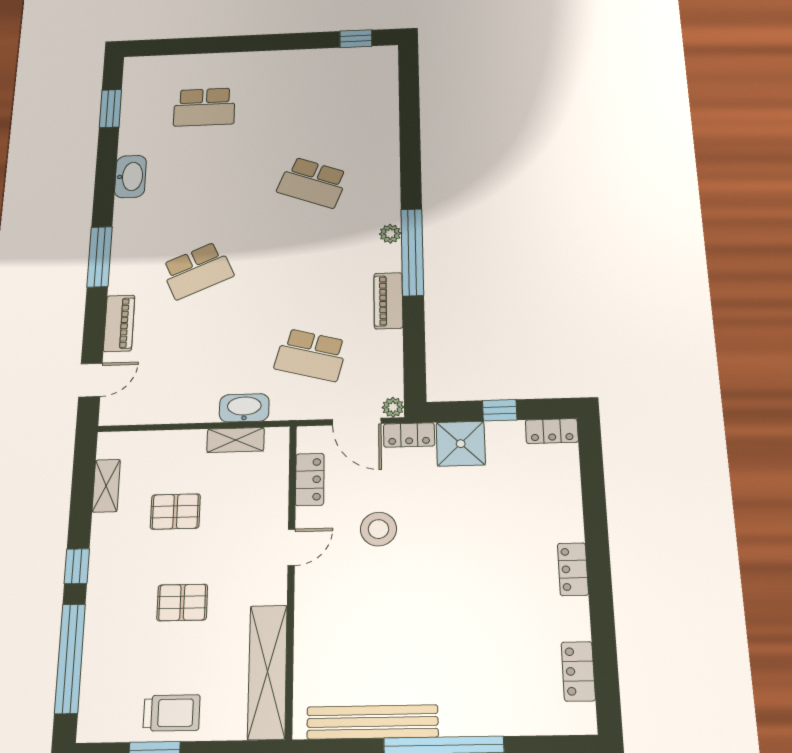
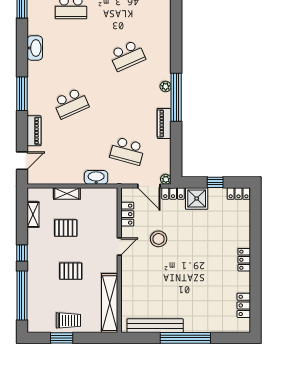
school desk: (313, 182) -> (127, 56), turned -45
shelving: (236, 440) -> (67, 194), moved

